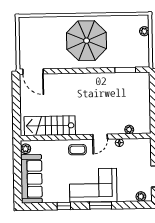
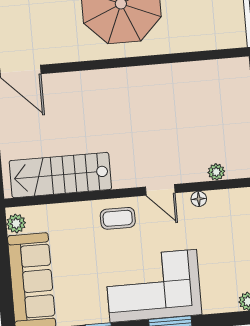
window: (125, 70) -> (201, 56), removed
door: (100, 137) -> (160, 190), hinge flipped

